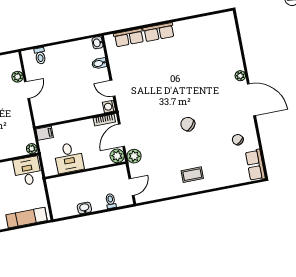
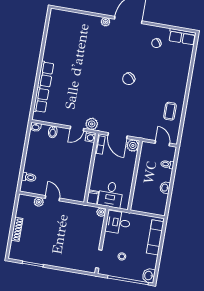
plant: (134, 156) -> (92, 124), moved
desk: (69, 158) -> (111, 195), moved, turned 90
coffee table: (192, 175) -> (170, 111), moved

